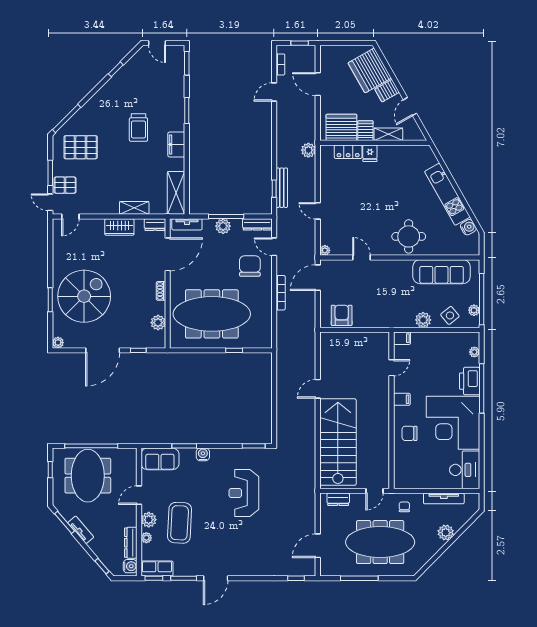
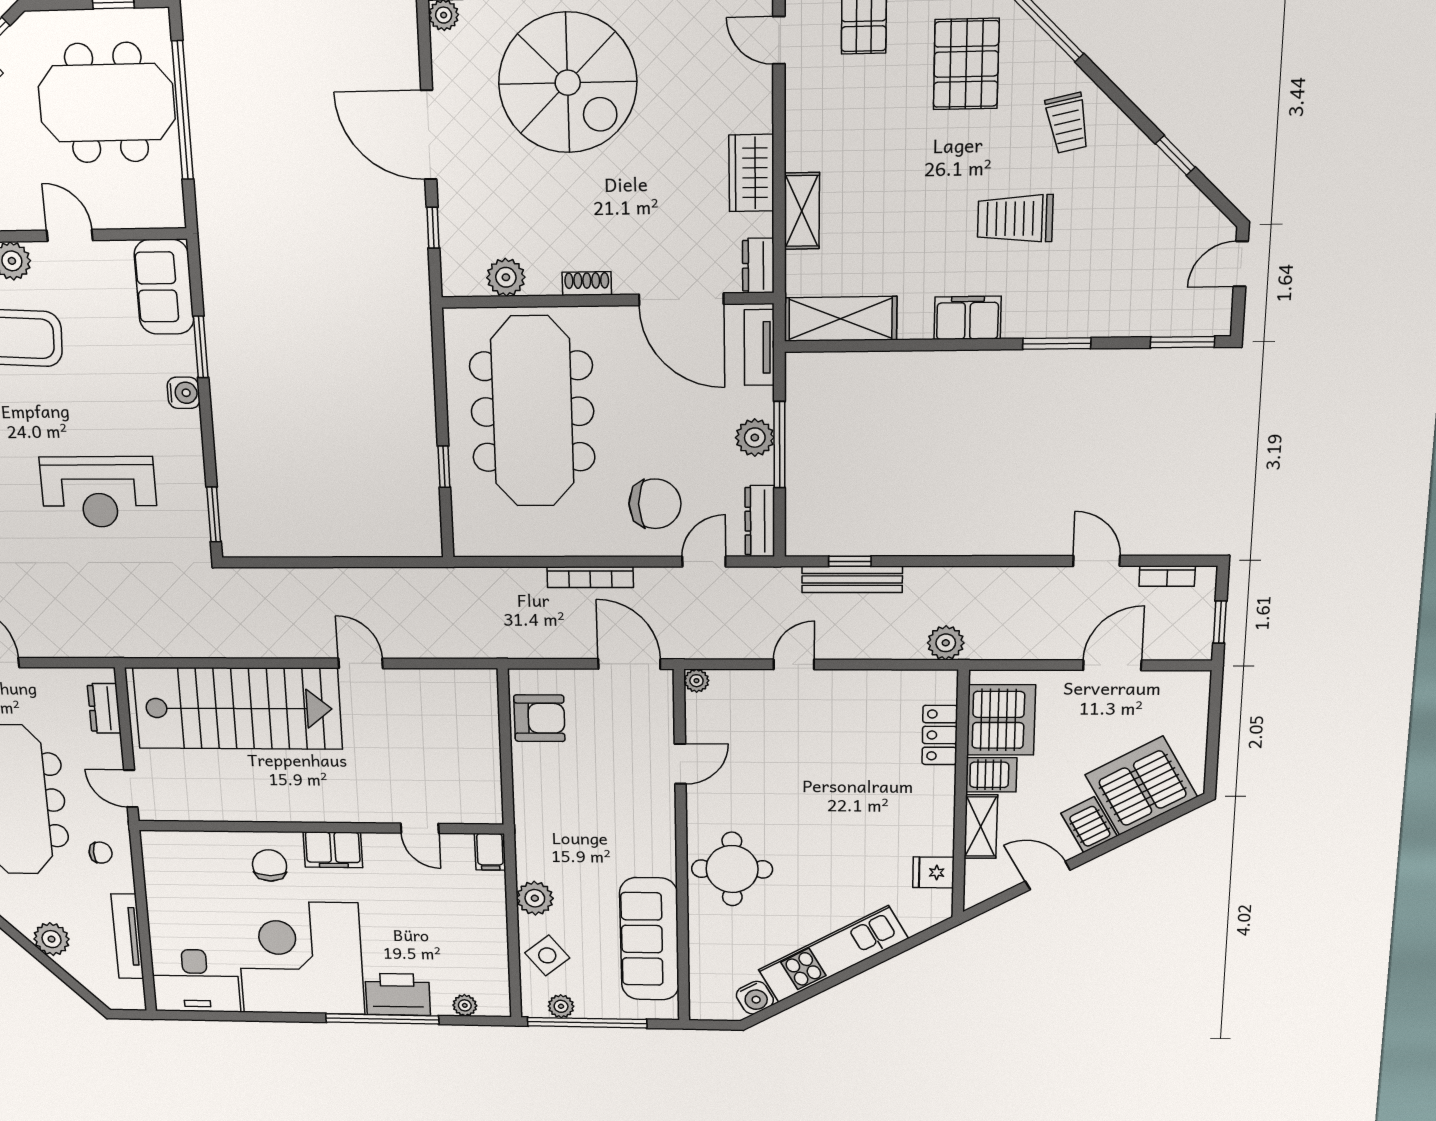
trolley: (103, 109) -> (1067, 123), added
fridge: (370, 153) -> (933, 872), moved
filing cabinet: (402, 399) -> (333, 850), width x2.00
reception desk: (244, 493) -> (99, 492), turned 180

